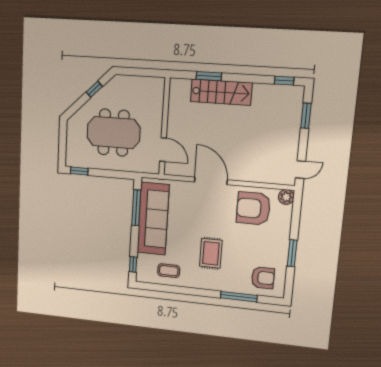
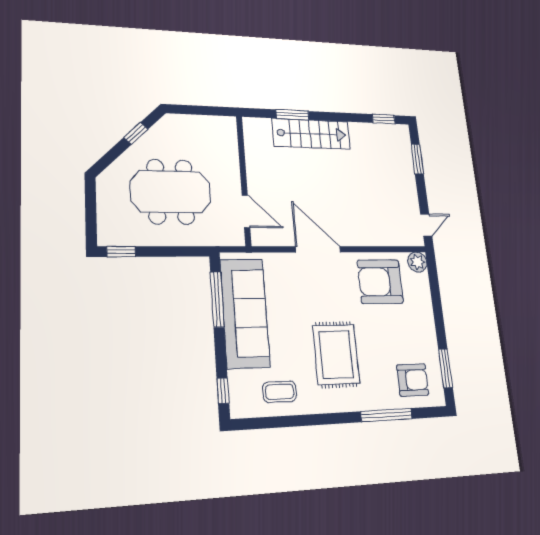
rug: (211, 253) -> (336, 354), width x1.36, depth x1.43
window: (292, 253) -> (446, 368), moved

